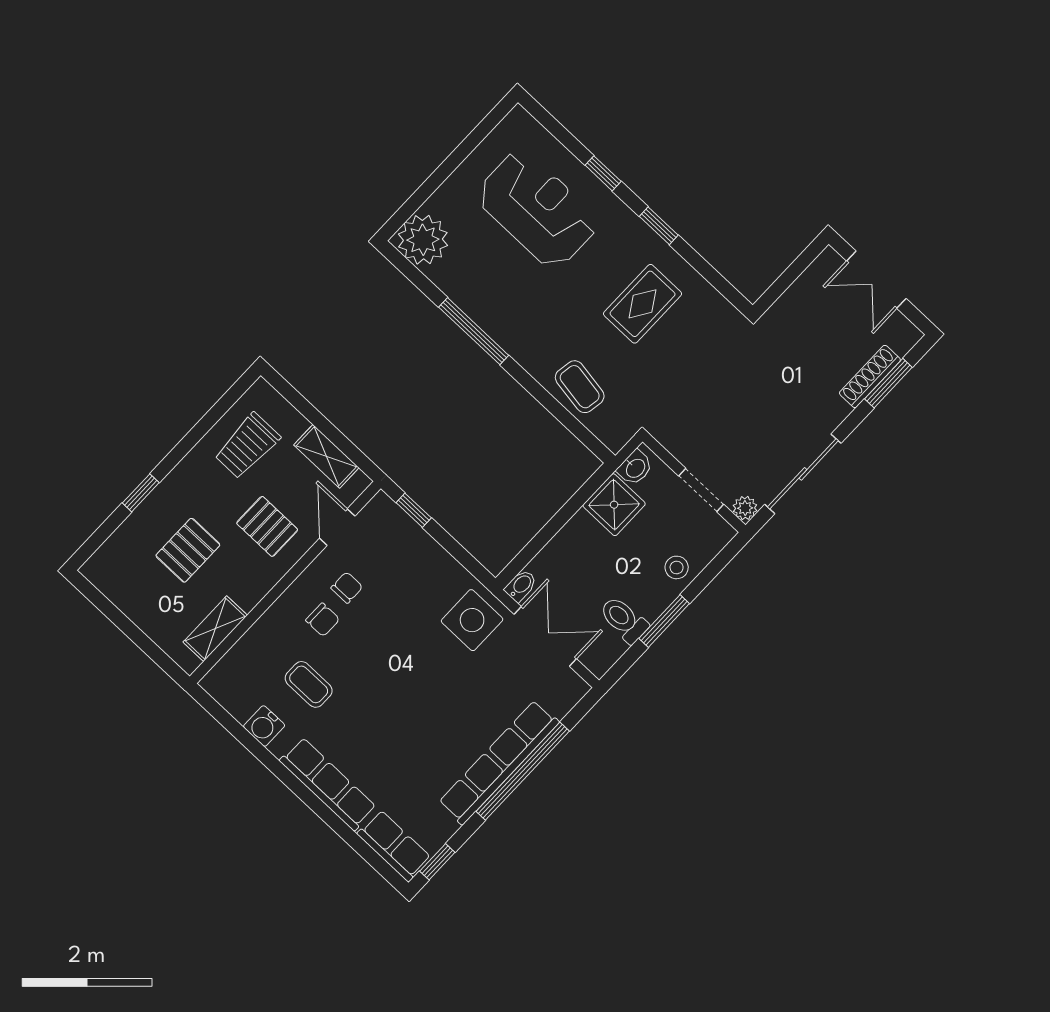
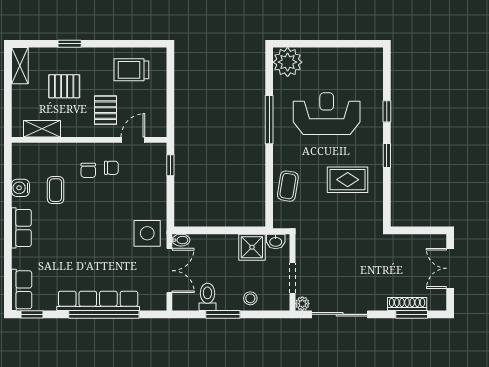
reception desk: (537, 209) -> (327, 114), moved, turned -90
shelving: (326, 456) -> (20, 66), moved
row of seats: (328, 784) -> (21, 228), width x0.68

